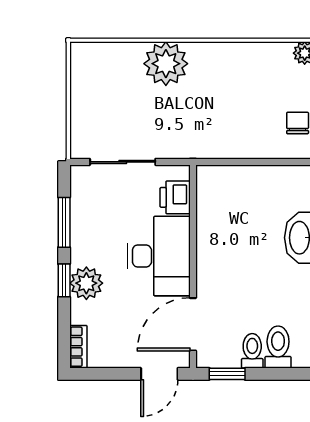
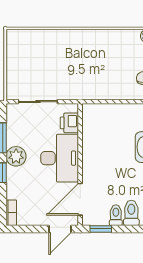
plant: (166, 64) -> (64, 42), removed
plant: (86, 283) -> (16, 156), moved

